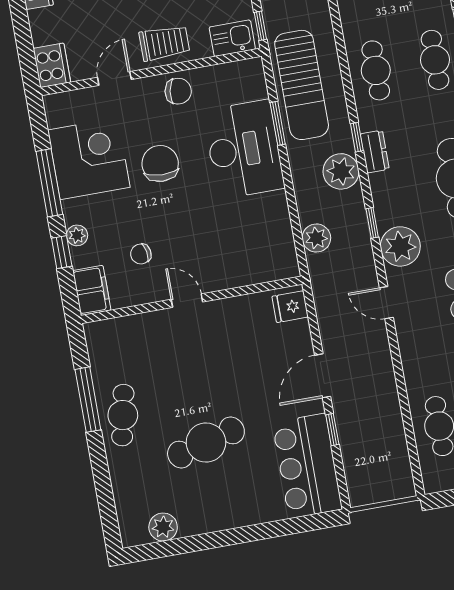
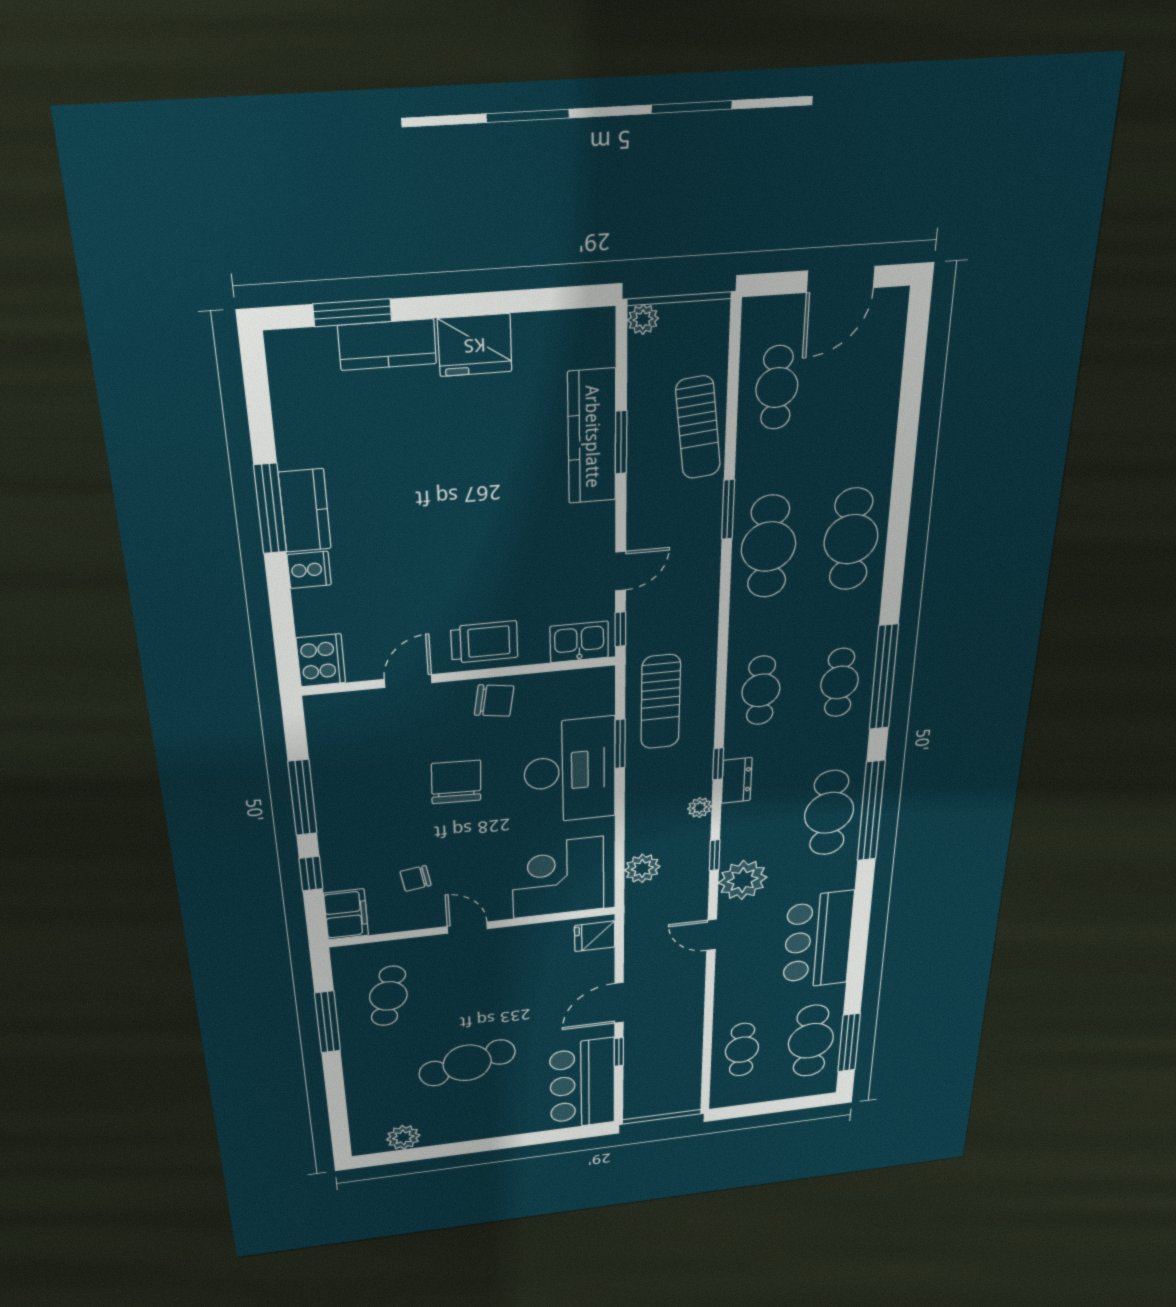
sun lounger: (302, 85) -> (661, 702), width x0.73, depth x0.75
corner desk: (89, 159) -> (558, 878), moved, turned -90
plant: (341, 171) -> (700, 808), width x0.53, depth x0.53
plant: (77, 235) -> (334, 856), removed
cafe table: (123, 415) -> (388, 996), moved

